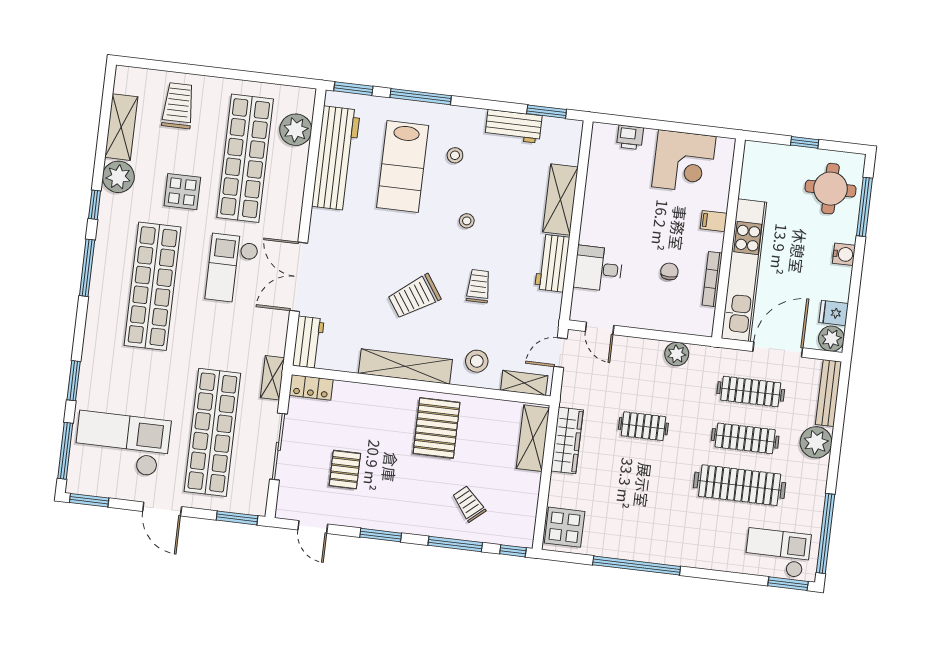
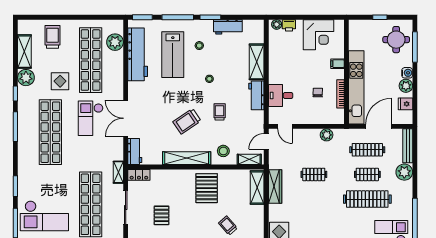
window: (547, 112) -> (210, 17), moved
plant: (607, 133) -> (277, 24), added
plant: (831, 339) -> (406, 86), moved
clothes rail: (745, 438) -> (367, 174), width x0.73
checkout: (122, 444) -> (44, 216), turned 180

